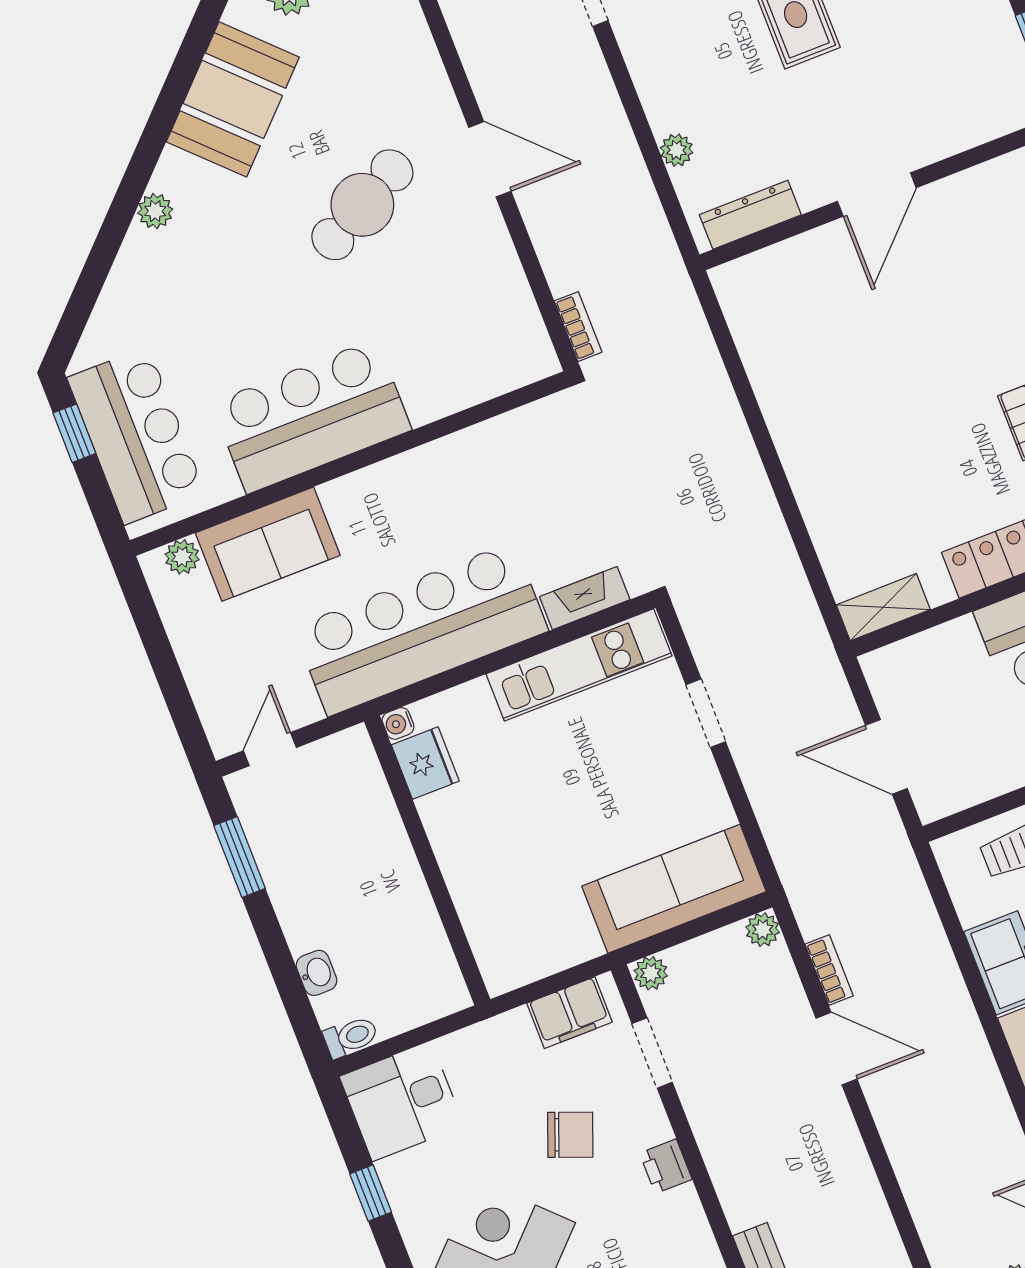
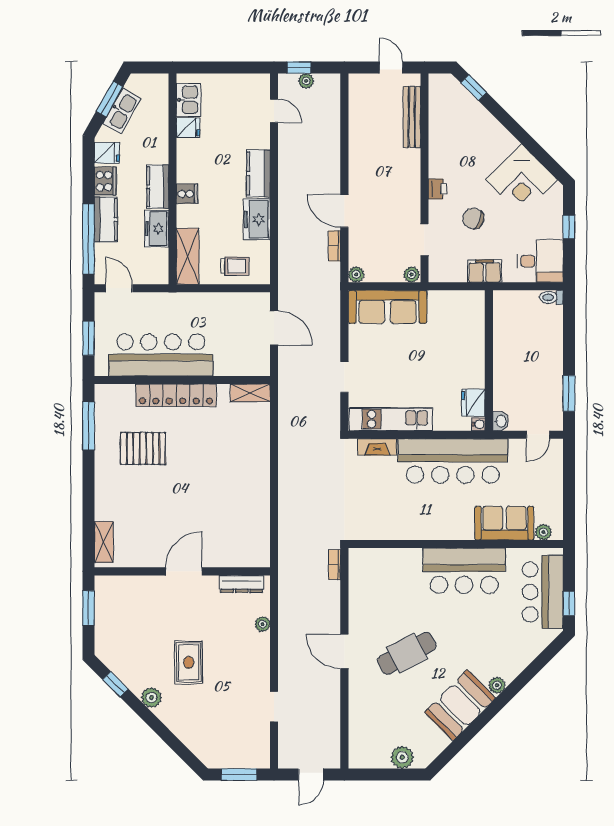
booth: (233, 99) -> (460, 705), moved
washbasin: (317, 973) -> (501, 421), moved, turned 180
filing cabinet: (570, 1013) -> (485, 271), moved

